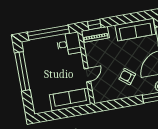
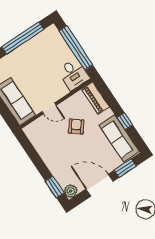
window: (94, 24) -> (125, 121), moved
armchair: (127, 77) -> (76, 126), moved

